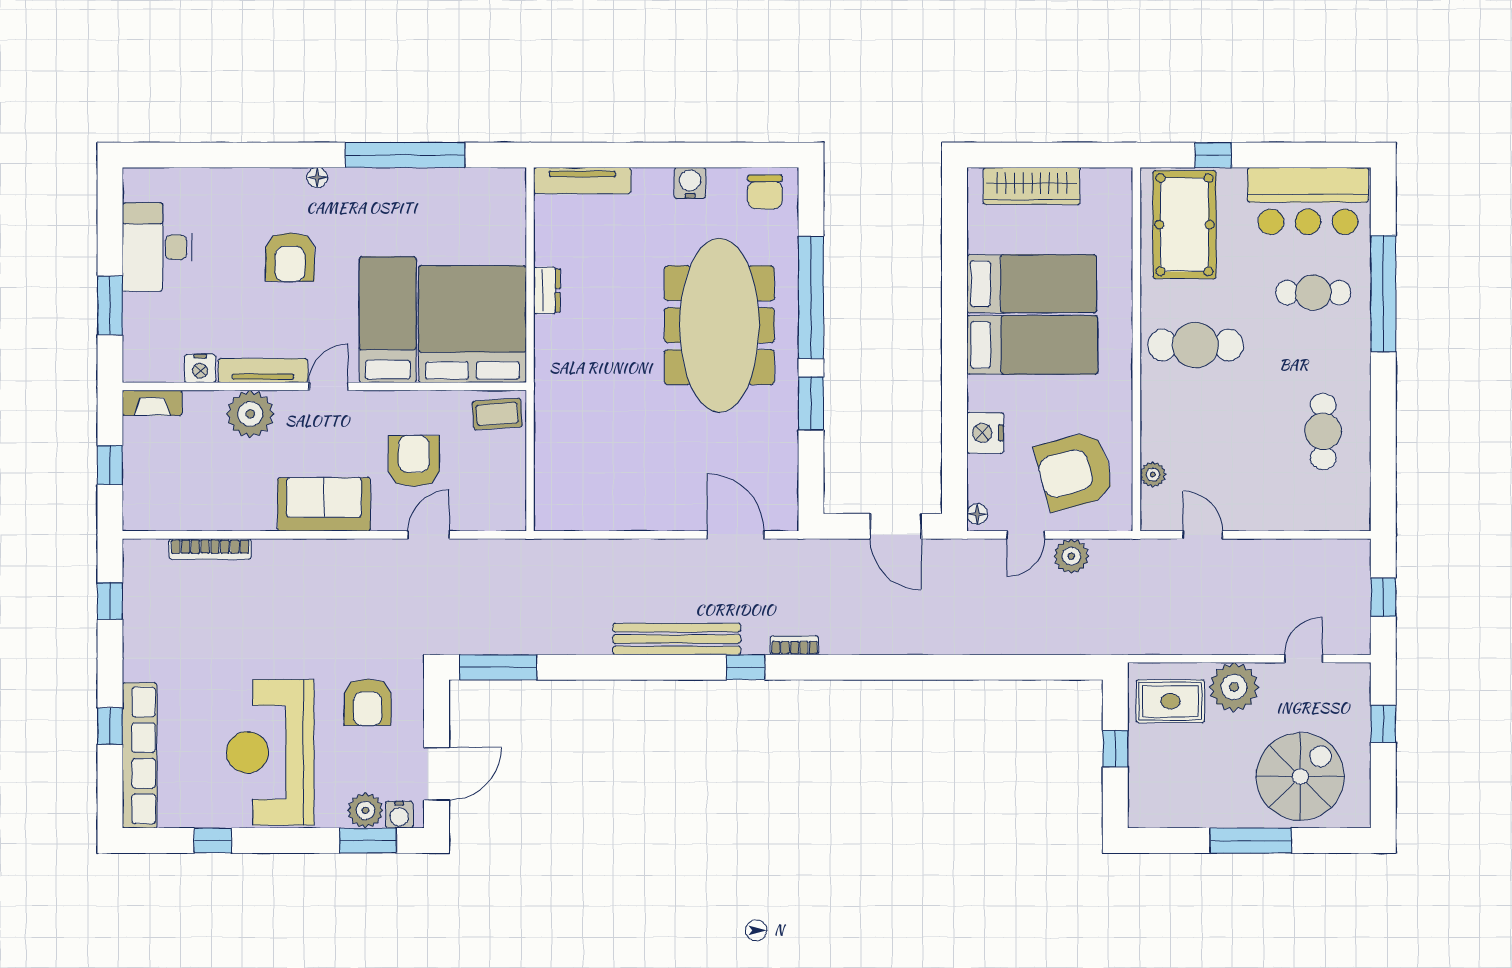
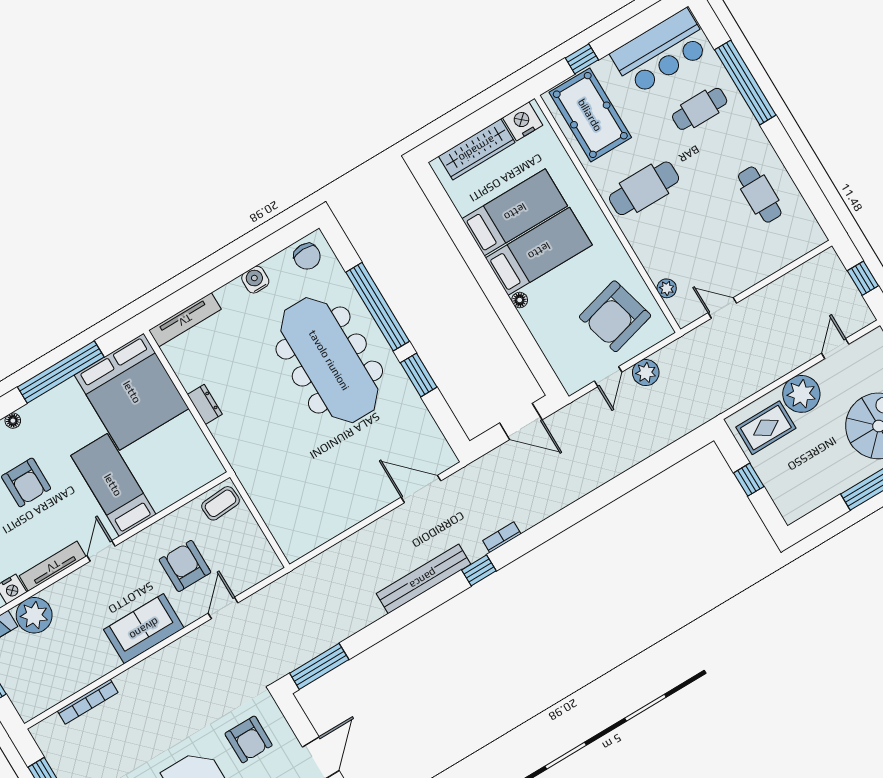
bed: (472, 324) -> (132, 392), moved, turned 180
plant: (250, 414) -> (34, 615), moved
nightstand: (985, 433) -> (523, 121), moved, turned 90
floor lamp: (977, 514) -> (520, 300), moved

